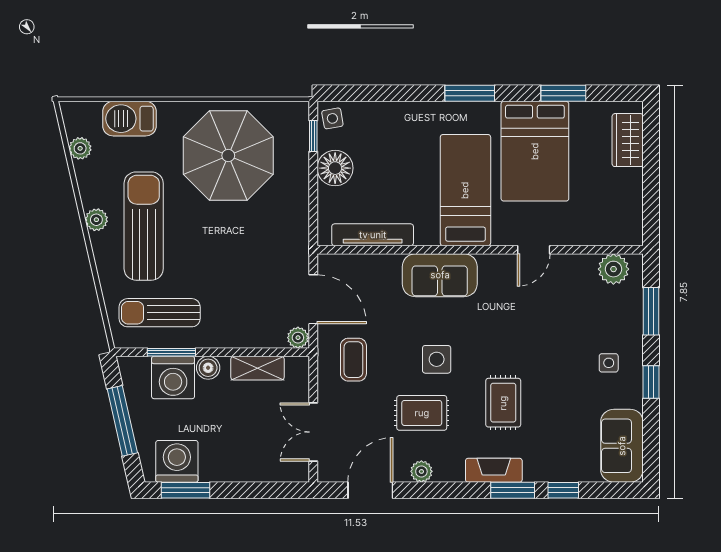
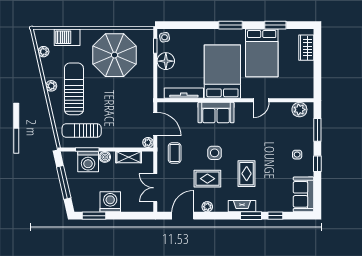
bed: (465, 190) -> (222, 72), width x1.50
washing machine: (177, 461) -> (110, 202), moved

